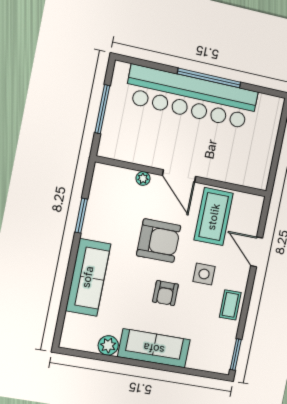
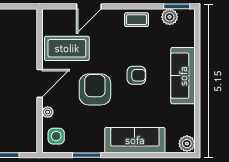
side table: (204, 274) -> (56, 136), moved
plant: (226, 344) -> (170, 17), added
plant: (108, 345) -> (187, 144), moved

